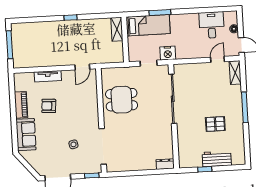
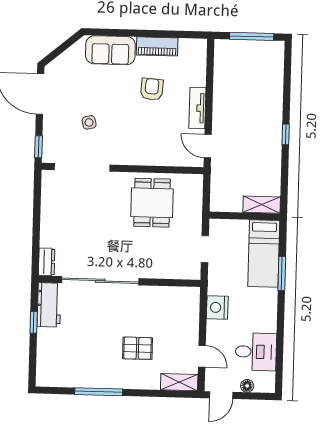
nightstand: (168, 53) -> (217, 307), moved
tv unit: (48, 76) -> (197, 108), moved
sliding door: (173, 99) -> (100, 281), moved
window: (245, 107) -> (99, 392), moved
pallet: (215, 124) -> (138, 348), moved, turned 90
workbench: (217, 159) -> (49, 305), moved

